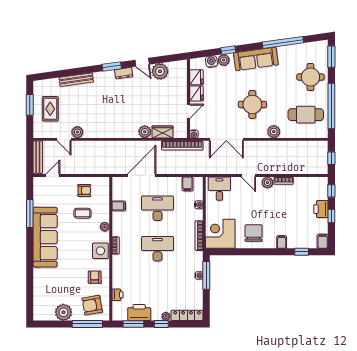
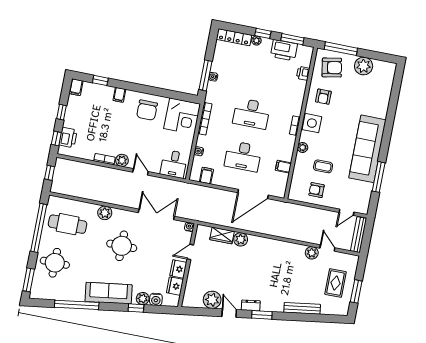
bookcase: (182, 145) -> (204, 217), removed
printer: (321, 209) -> (68, 138), moved

